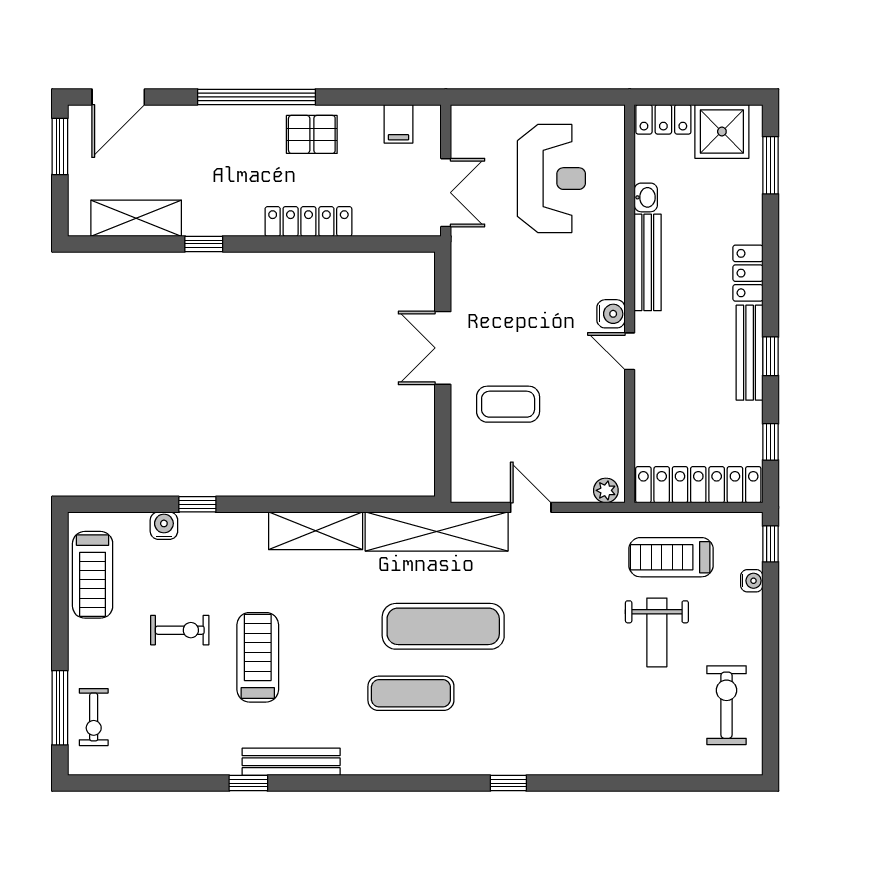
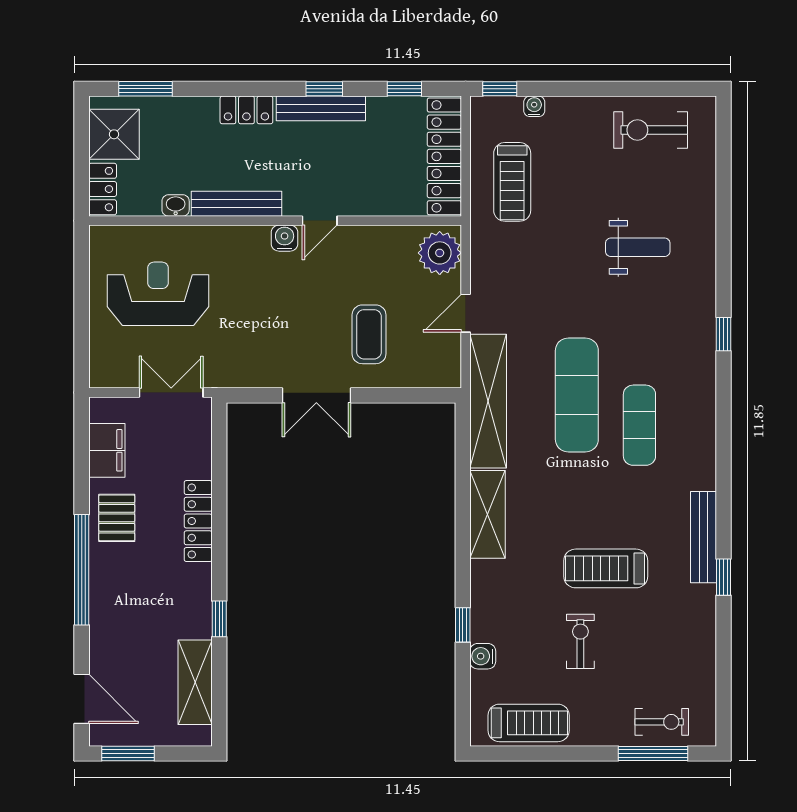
filing cabinet: (398, 124) -> (107, 450), width x2.00
plant: (606, 490) -> (440, 253), width x1.87, depth x1.87
weight bench: (657, 632) -> (638, 247), moved

